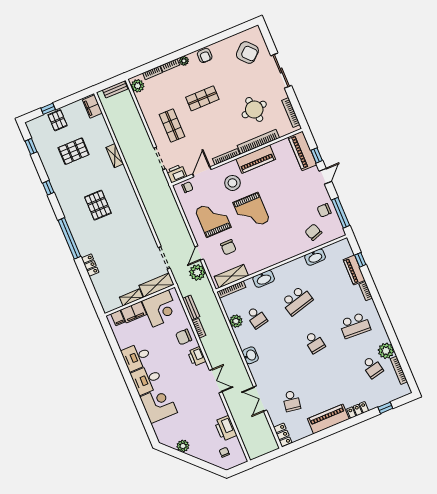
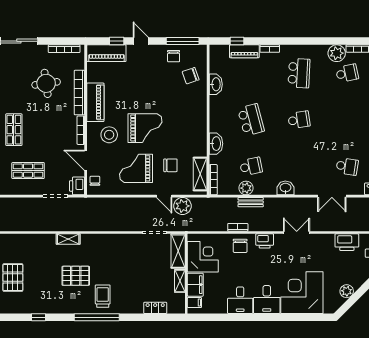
shelving: (115, 156) -> (68, 239), moved
trolley: (90, 236) -> (103, 296), added
locker: (90, 265) -> (155, 308), moved
bench: (191, 307) -> (251, 202), moved
corner desk: (159, 405) -> (302, 293), width x1.36, depth x1.36

